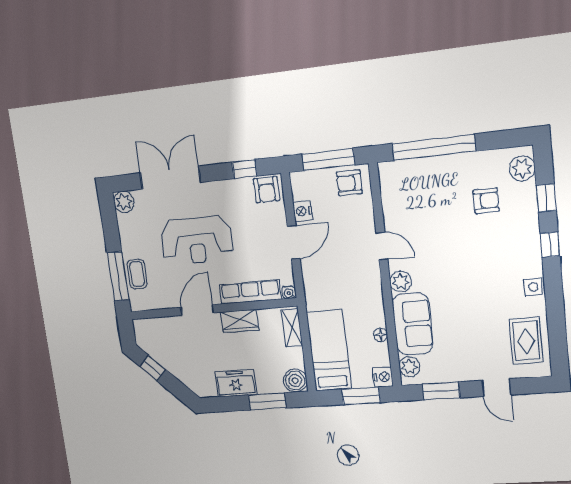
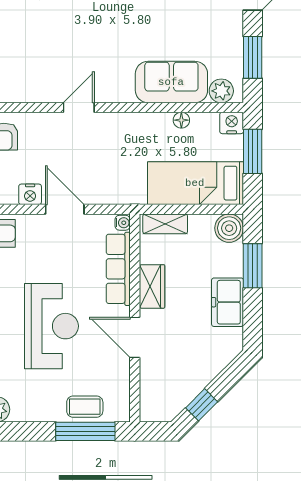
plant: (401, 282) -> (121, 91), removed

